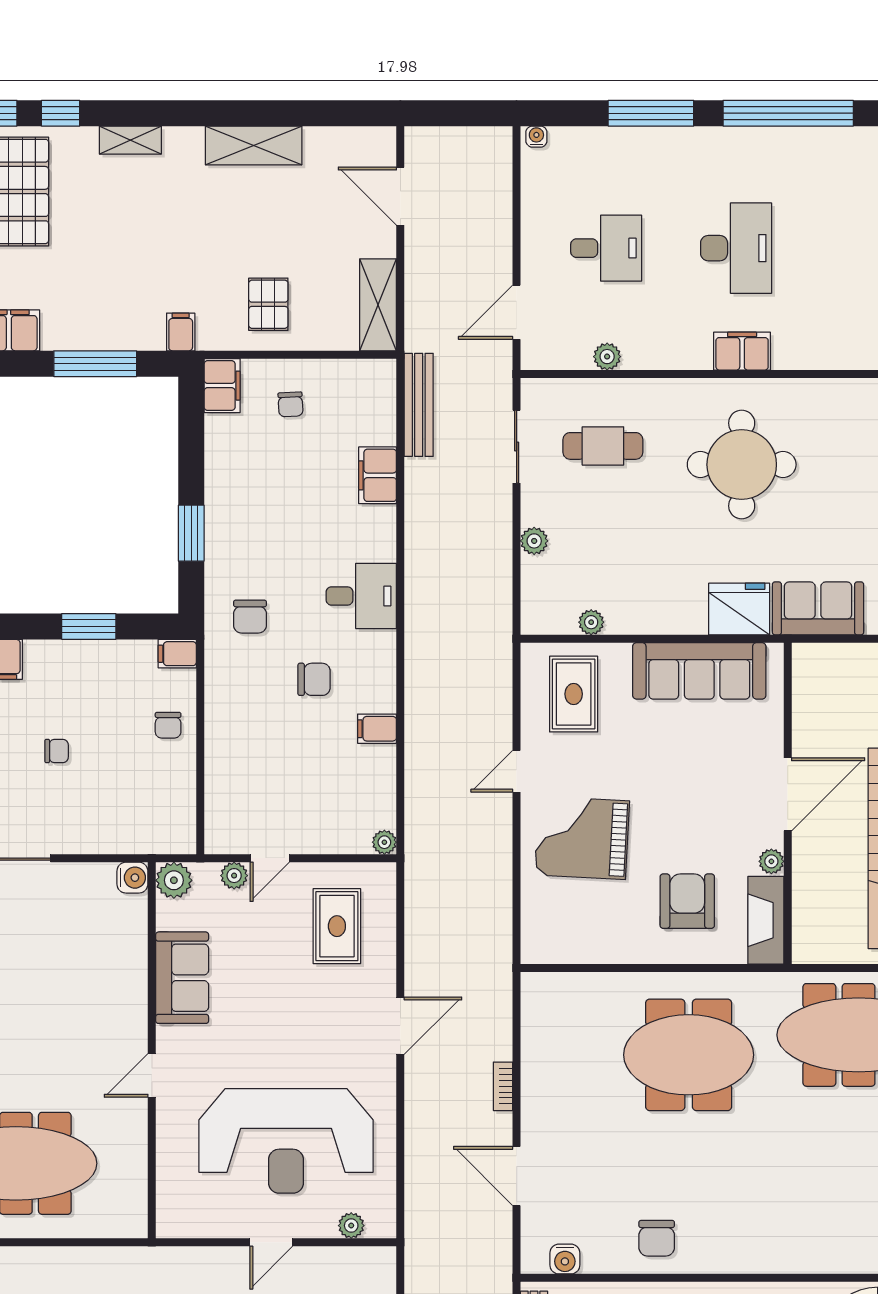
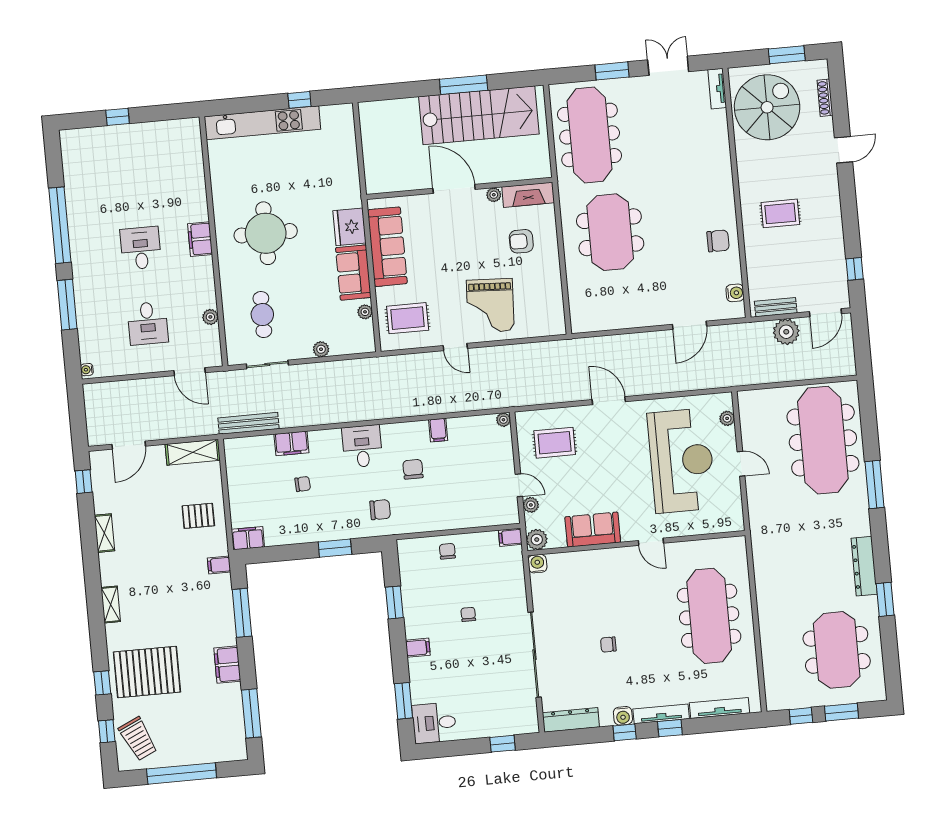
window: (61, 113) -> (84, 482), moved
shelving: (254, 145) -> (104, 533), width x0.67, depth x0.75
desk: (606, 248) -> (148, 323), turned 180
desk: (736, 248) -> (141, 248), width x0.73
chair: (290, 404) -> (303, 484), moved
sofa: (818, 608) -> (353, 273), moved
filing cabinet: (177, 654) -> (510, 537), moved, turned 90
chair: (168, 725) -> (447, 551), turned -90
armchair: (687, 901) -> (521, 241), width x0.72, depth x0.72
bookcase: (503, 1086) -> (638, 338), removed

